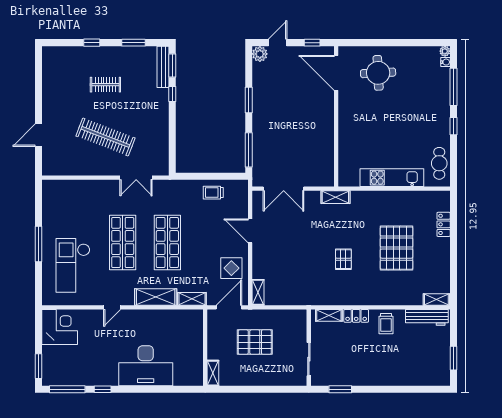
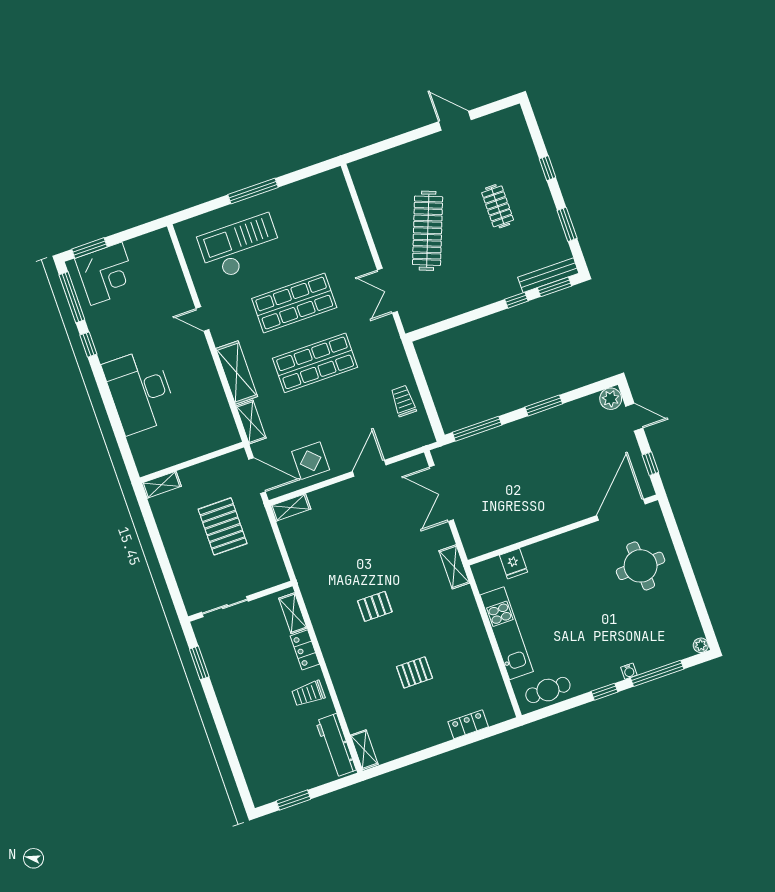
water cooler: (445, 62) -> (629, 671), moved
door: (39, 135) -> (455, 121), moved
fridge: (347, 157) -> (513, 564), added
pallet: (397, 248) -> (415, 672), width x0.49, depth x0.50
corner desk: (60, 327) -> (106, 274), moved

